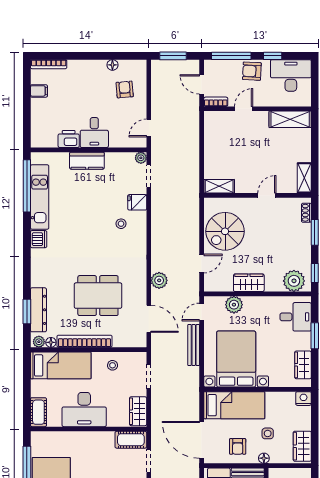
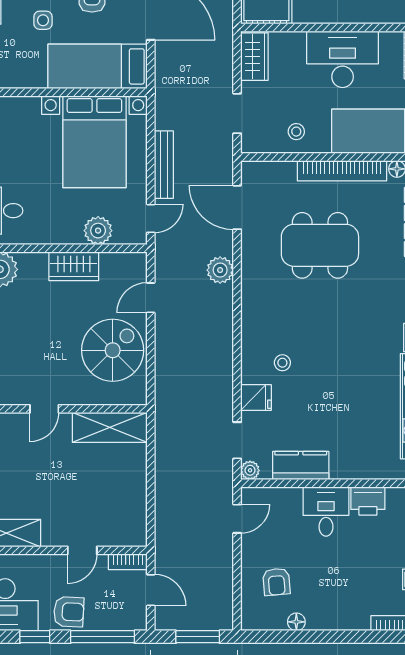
kitchen counter: (87, 161) -> (301, 466), moved
shelving: (219, 186) -> (110, 427), width x1.50, depth x1.33

